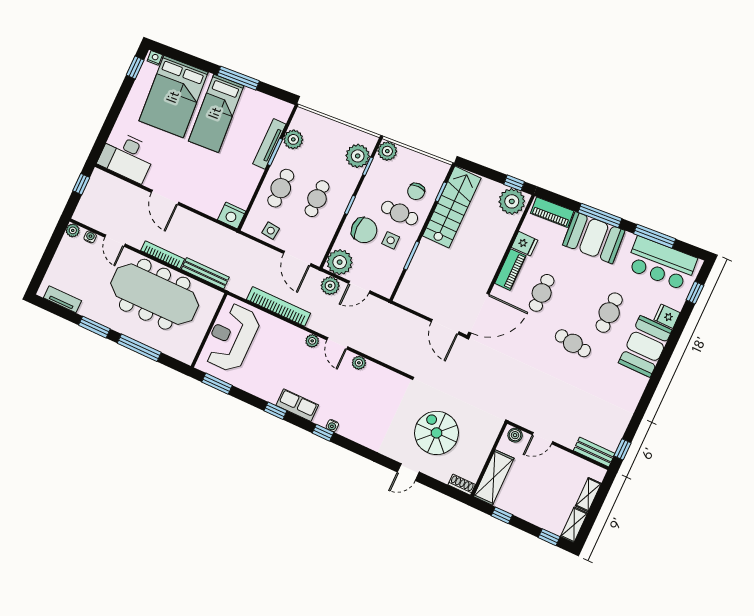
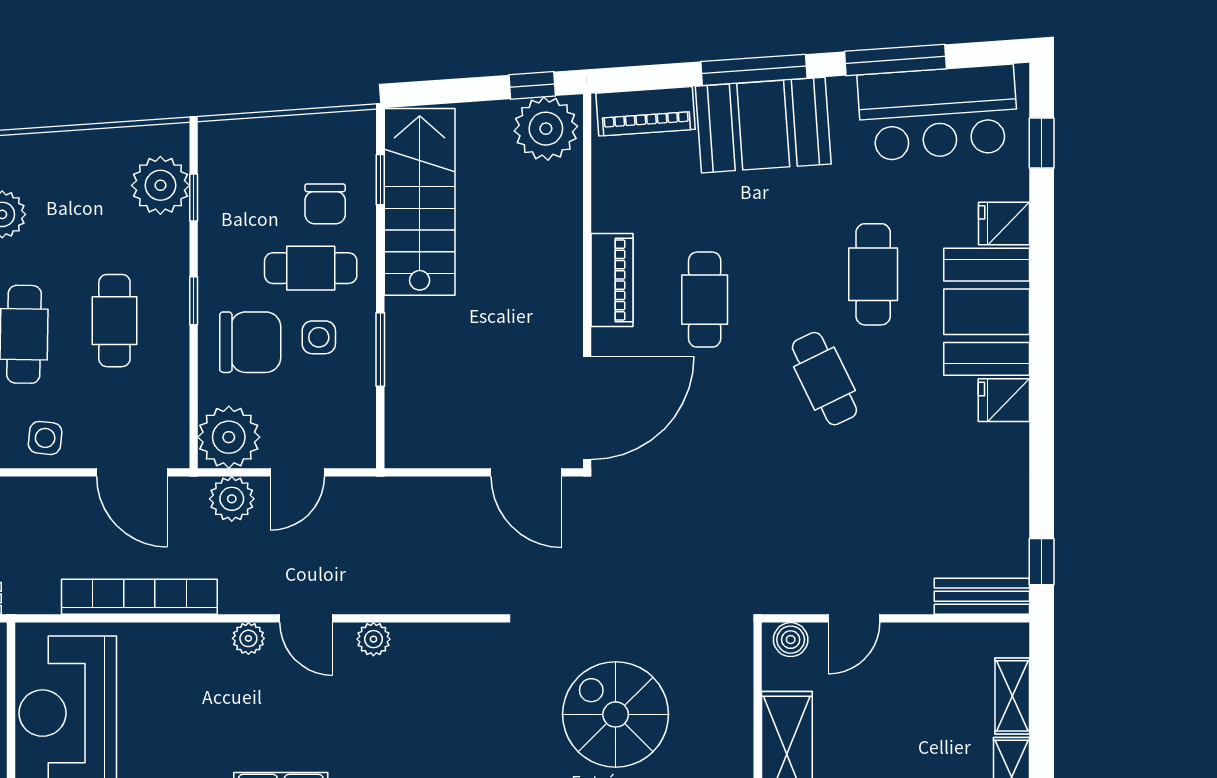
plant: (387, 151) -> (221, 145), removed
fridge: (524, 244) -> (1004, 400), moved, turned 180
cafe table: (573, 343) -> (824, 379), turned 56

